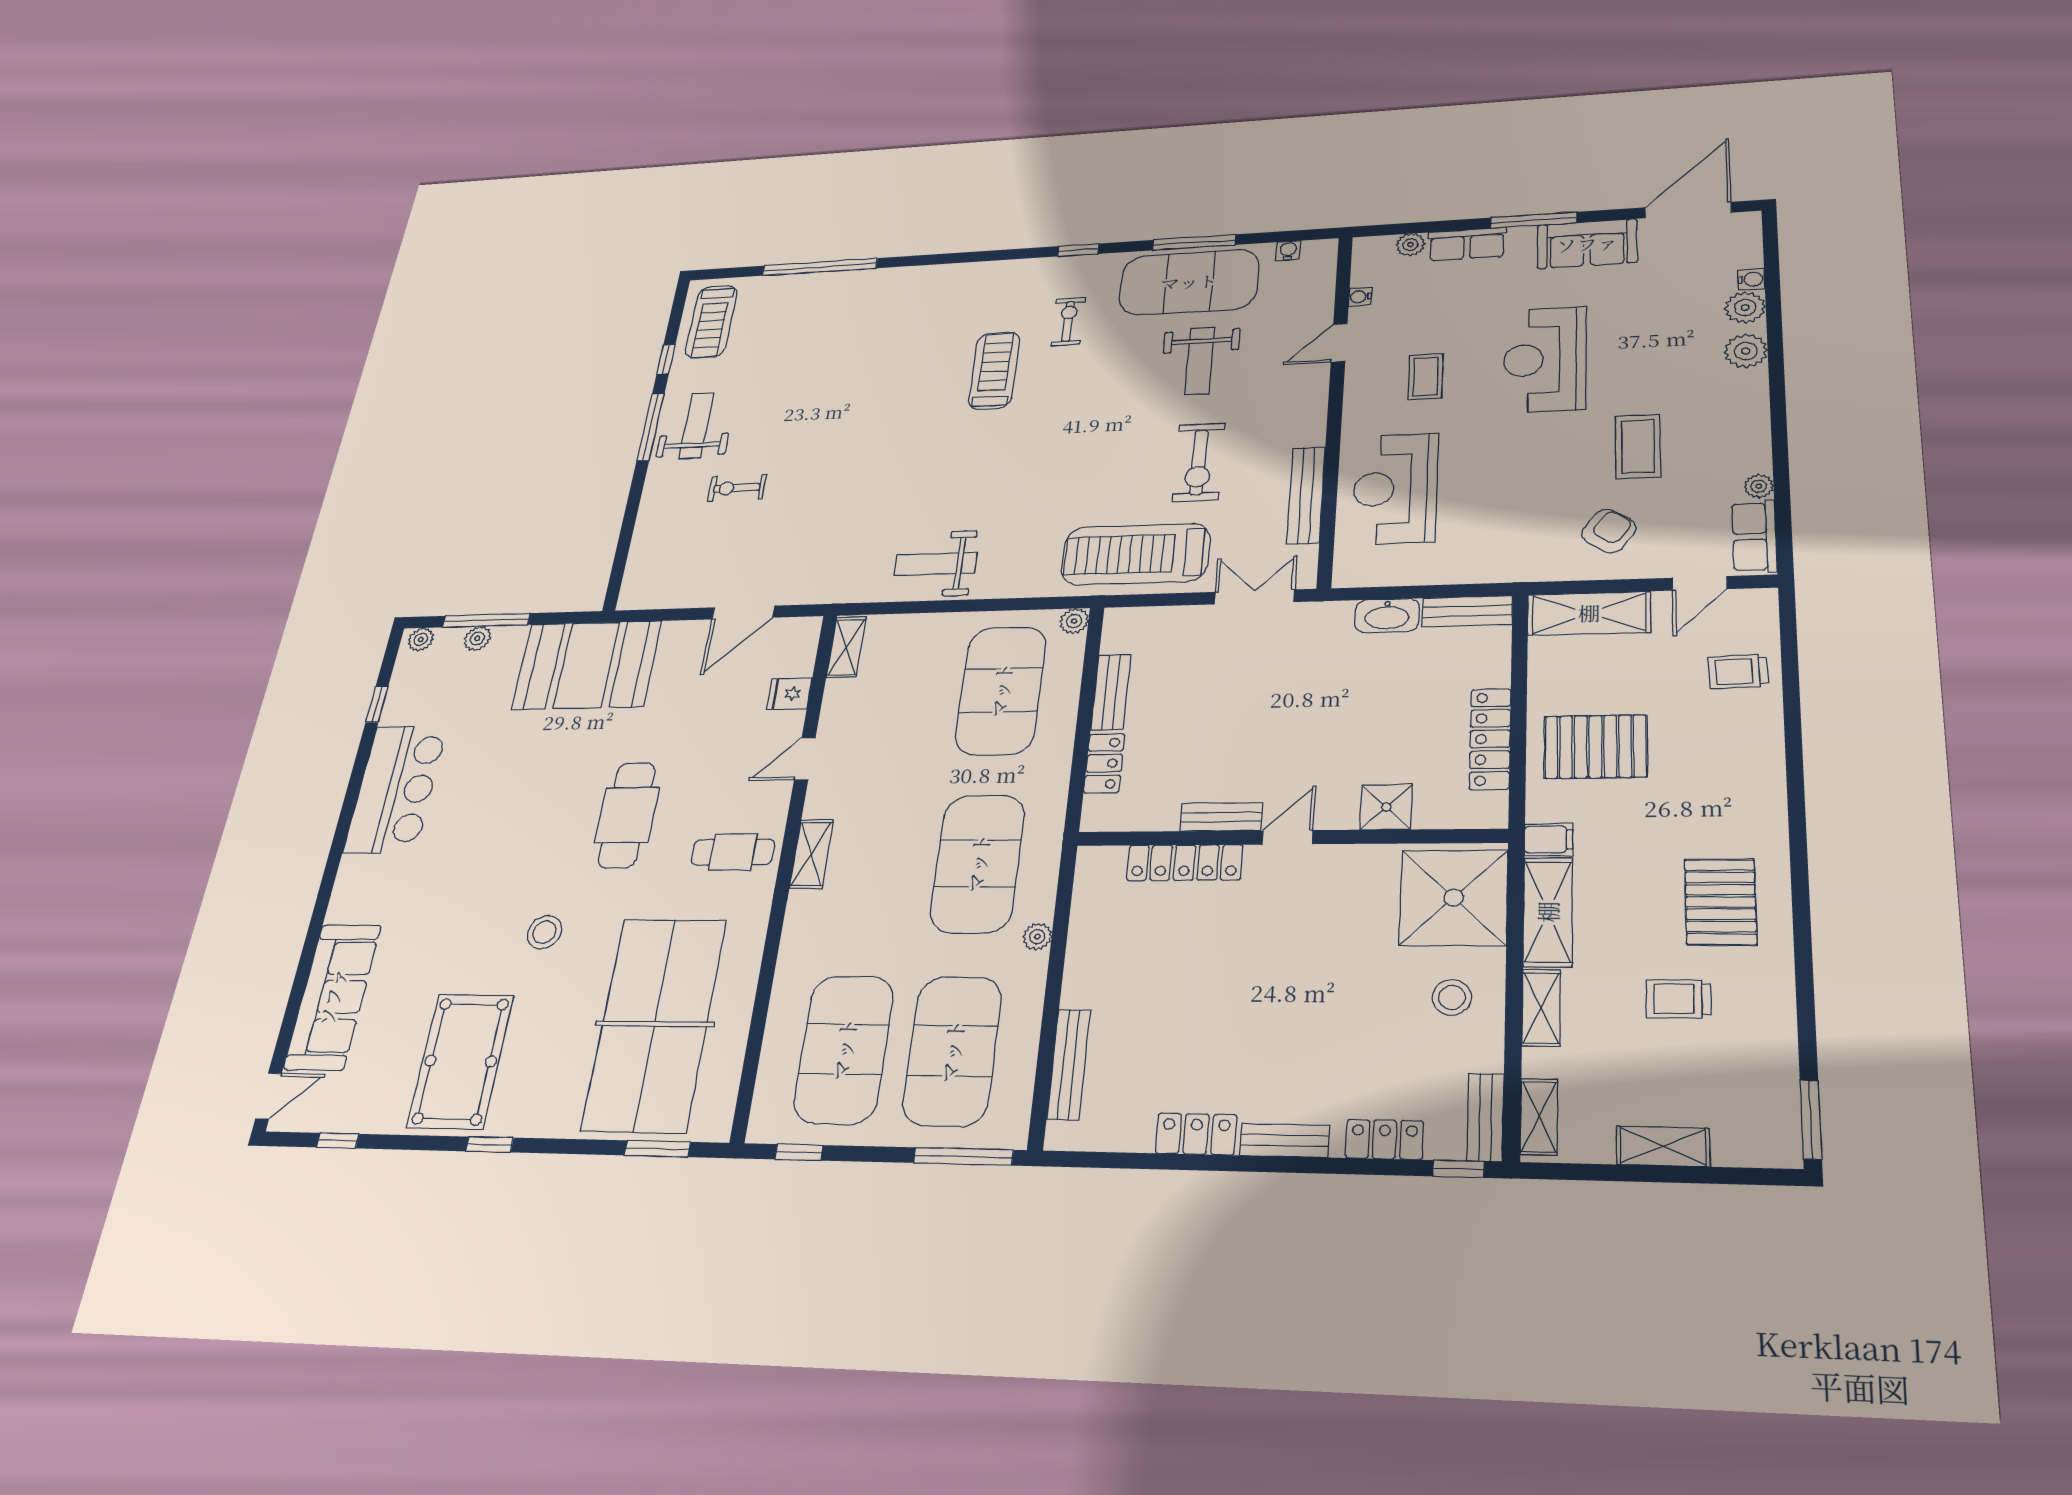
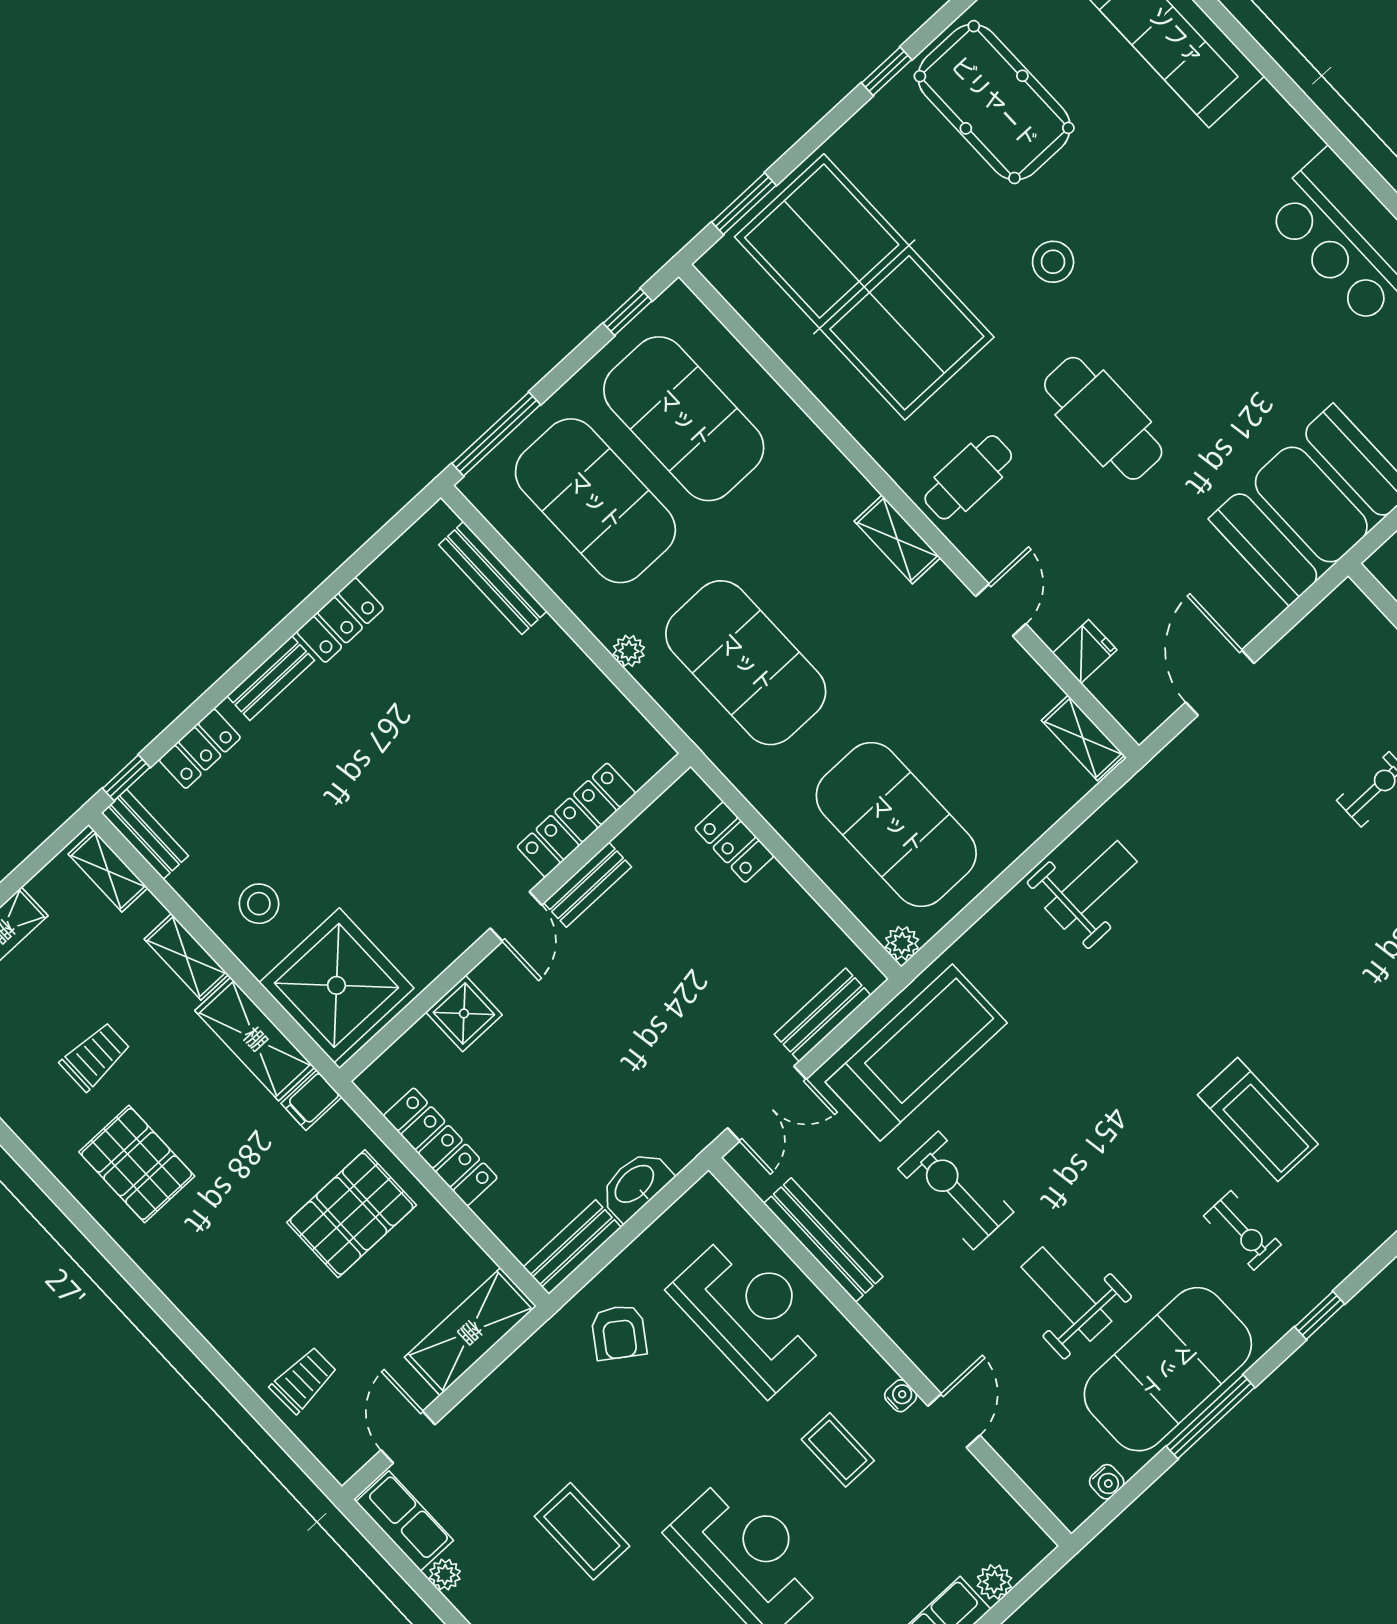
water cooler: (1360, 297) -> (901, 1396), moved
armchair: (1609, 531) -> (619, 1332), moved
bench: (1111, 692) -> (823, 1015), moved, turned 90

